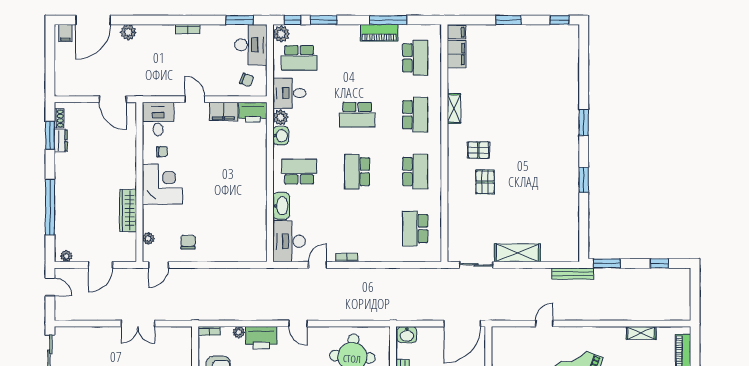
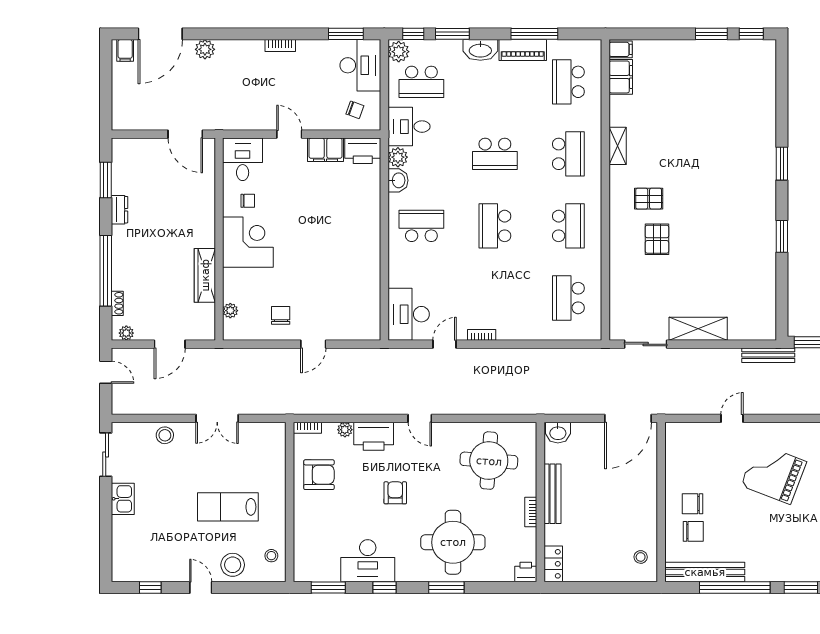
window: (508, 20) -> (711, 34), moved
school desk: (415, 58) -> (568, 82), turned 180
shoe rack: (59, 118) -> (117, 303), moved
dresser: (61, 141) -> (119, 210), moved
washbasin: (281, 206) -> (480, 50), moved, turned 90
door: (158, 265) -> (313, 344), moved
stool: (97, 337) -> (165, 435), added

